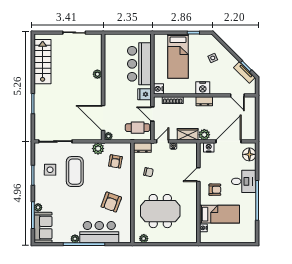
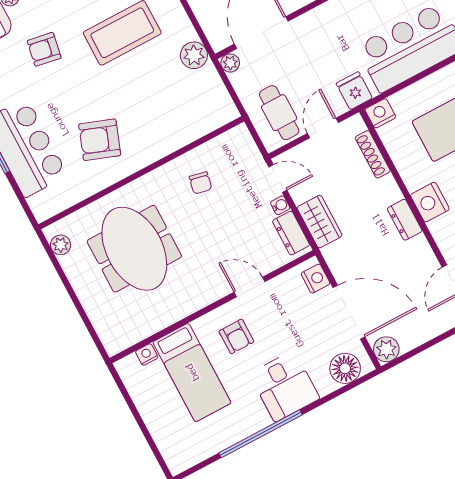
plant: (204, 135) -> (386, 349), moved
dresser: (142, 148) -> (291, 233), moved
armchair: (115, 161) -> (44, 49), moved

